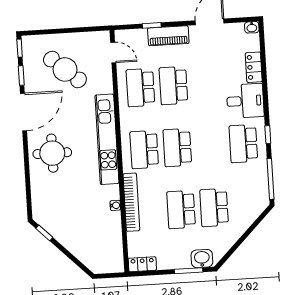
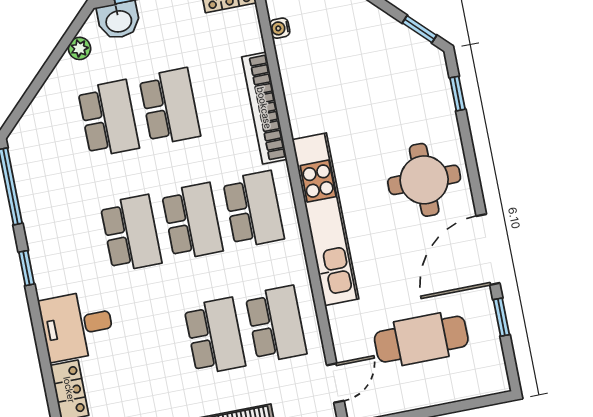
window: (20, 48) -> (458, 94), moved
door: (113, 52) -> (335, 383), swing flipped
cafe table: (65, 69) -> (421, 339), turned -41
school desk: (243, 144) -> (131, 233), moved
water cooler: (115, 205) -> (280, 28), moved
plant: (224, 247) -> (80, 48), added

